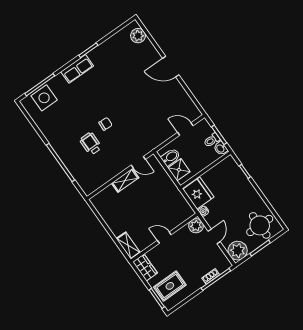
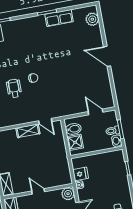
row of seats: (77, 69) -> (59, 18), moved
fridge: (198, 193) -> (81, 174), width x0.53, depth x0.75

